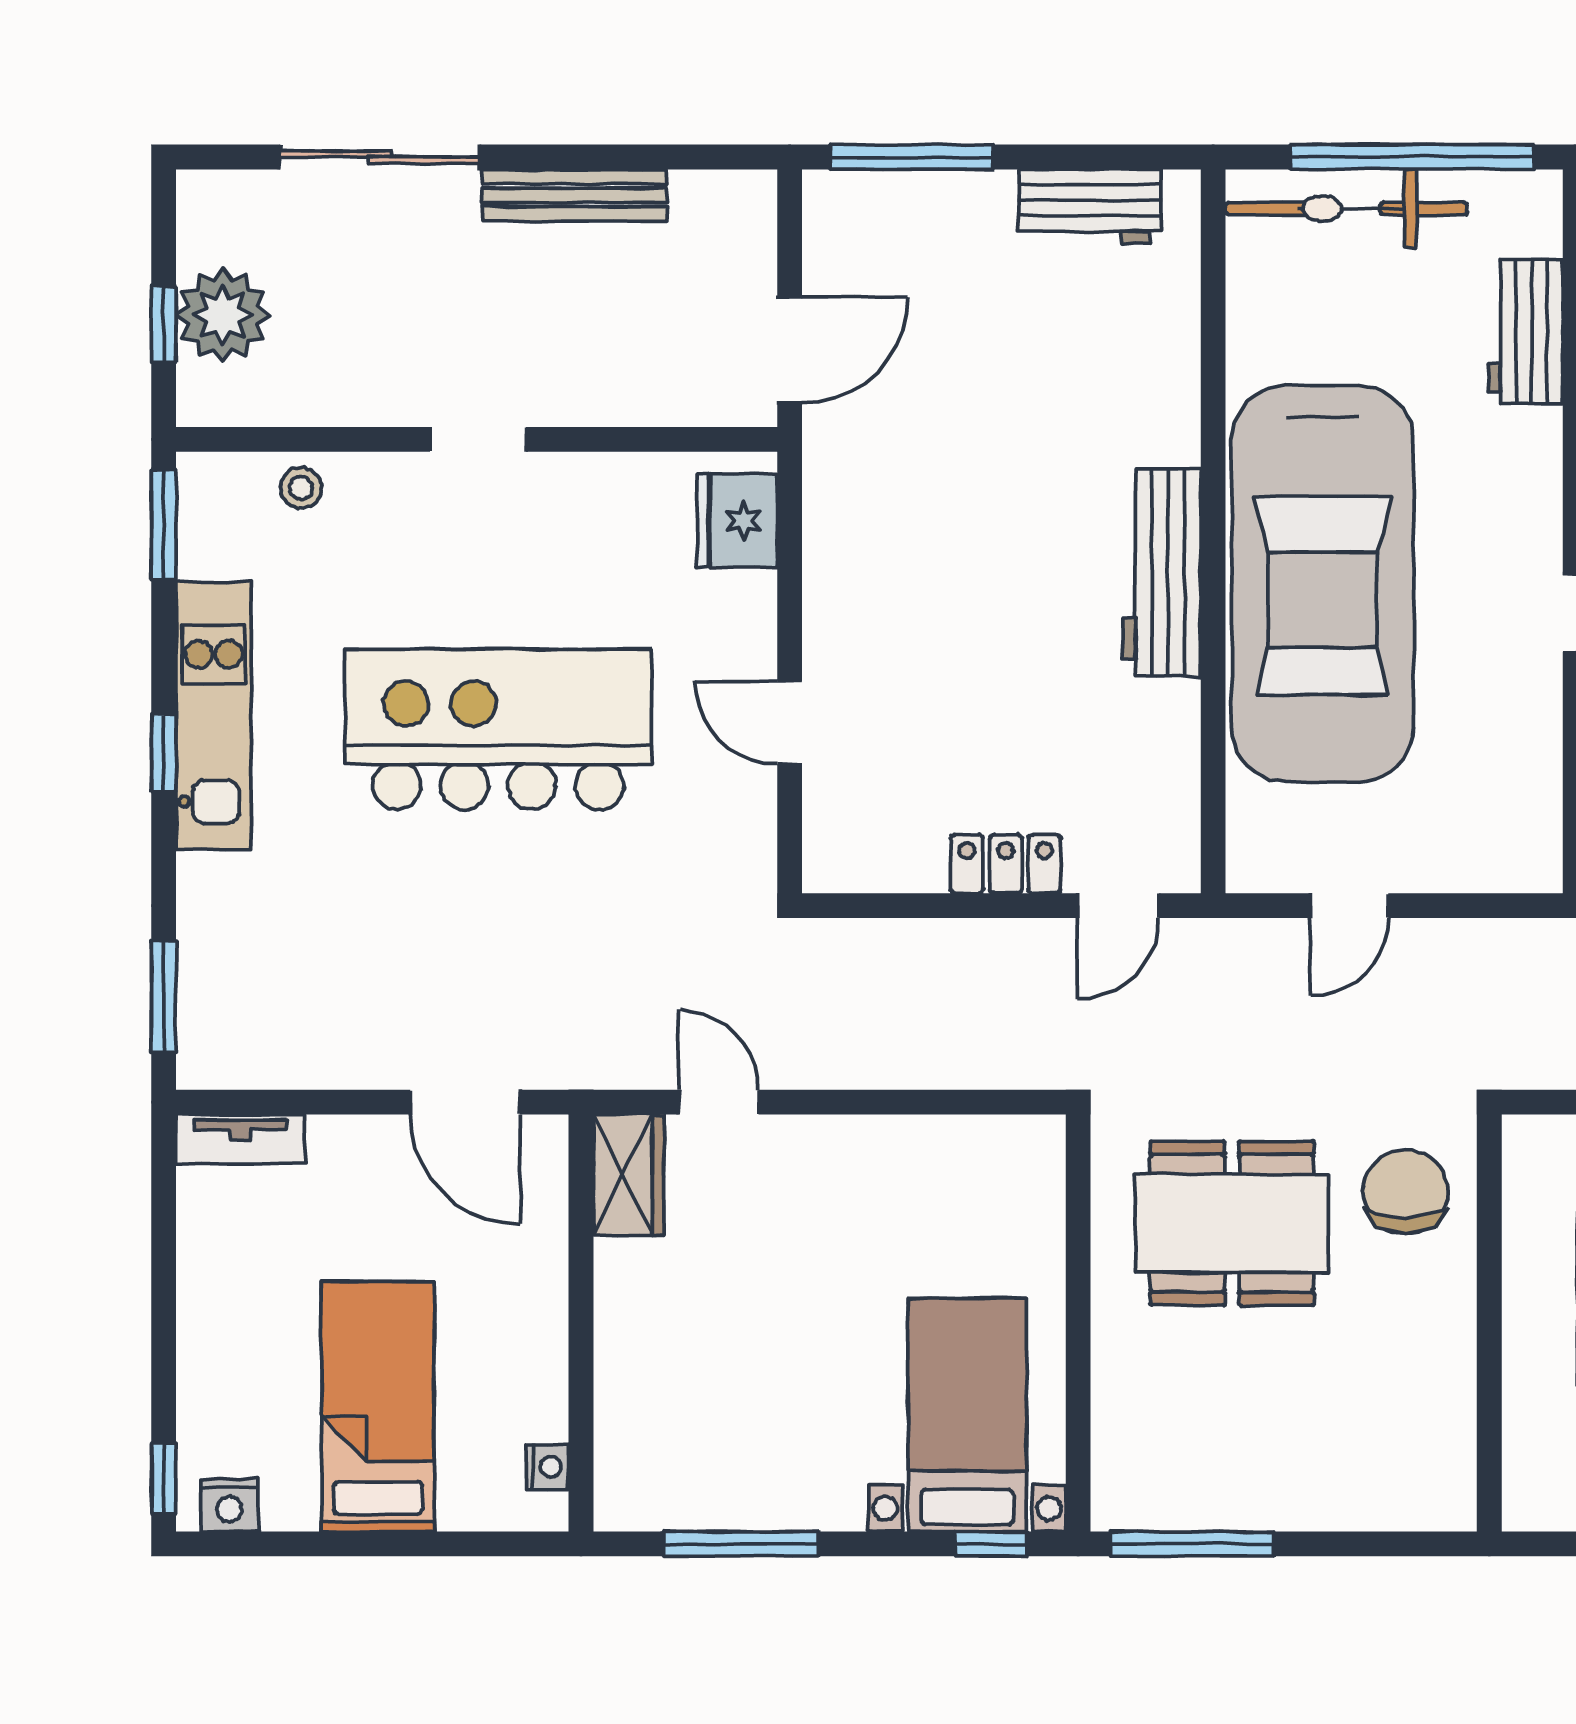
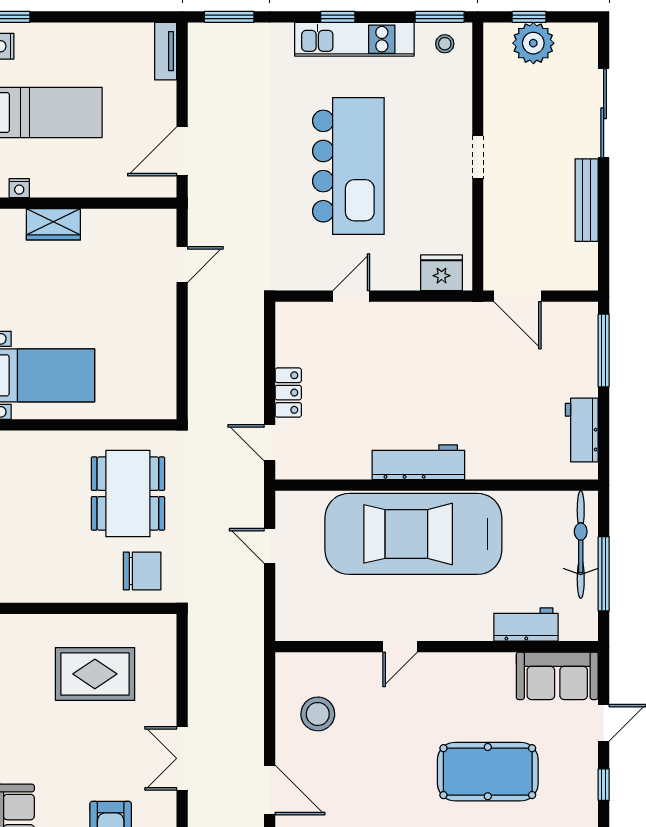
window: (1412, 157) -> (604, 574), width x0.68
stool: (301, 488) -> (445, 44), moved
wardrobe: (628, 1175) -> (53, 224), moved

